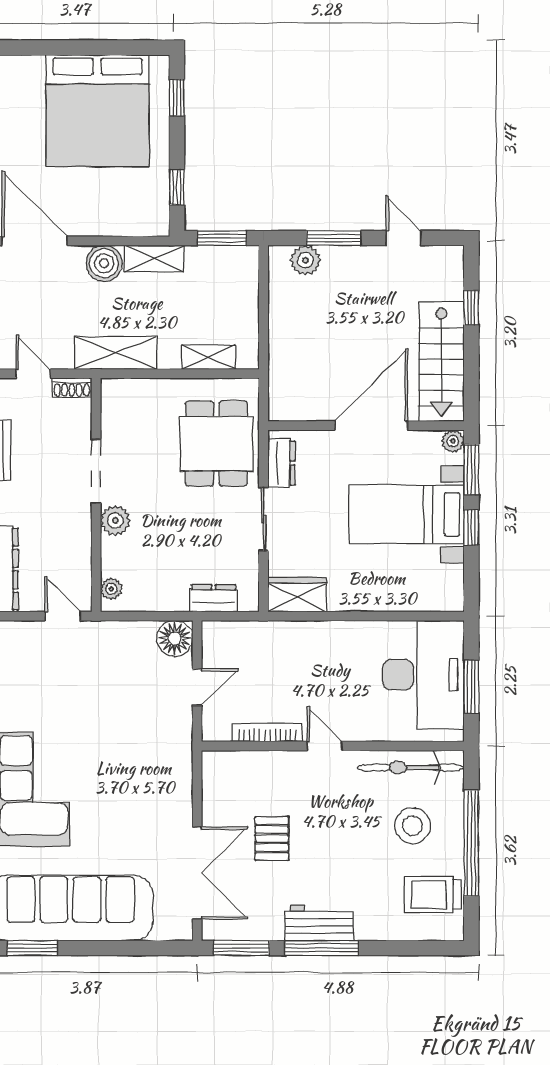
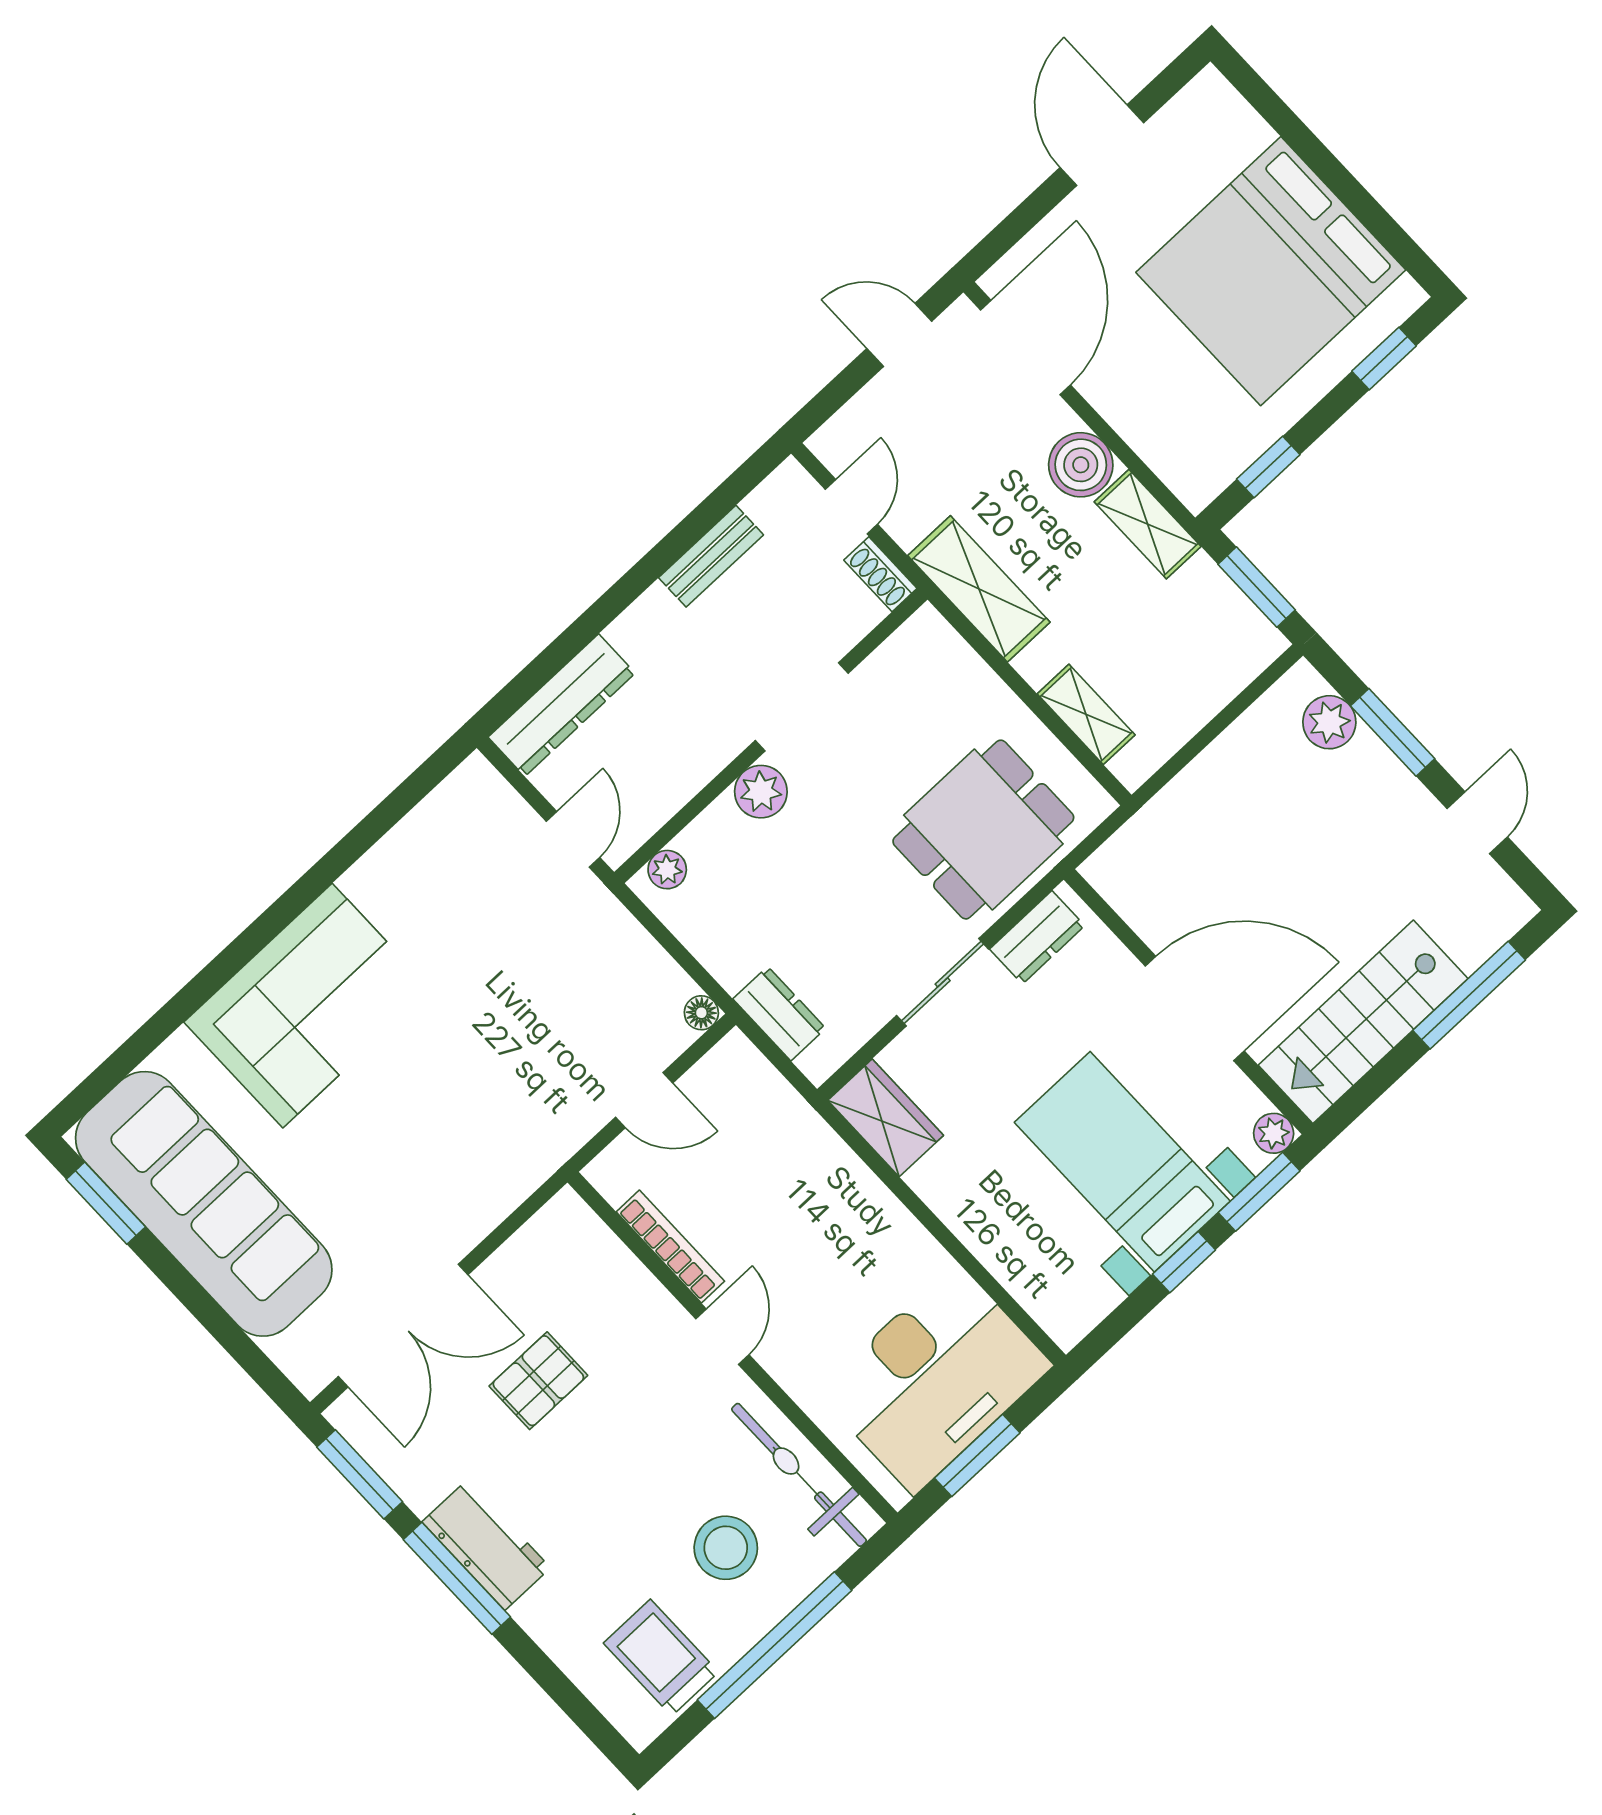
window: (471, 308) -> (1469, 995), width x2.17
floor lamp: (175, 638) -> (701, 1013), width x0.53, depth x0.53

